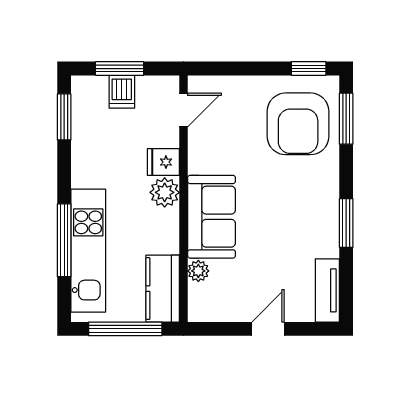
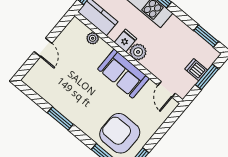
fridge: (163, 162) -> (126, 41), moved
sofa: (211, 217) -> (123, 74), moved
tv unit: (327, 290) -> (38, 86), removed

